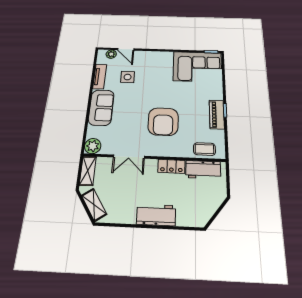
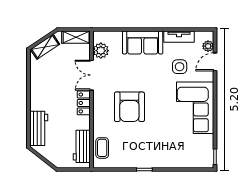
corner sofa: (197, 67) -> (195, 108), moved
piano: (217, 115) -> (139, 161), removed
armchair: (163, 122) -> (129, 107), turned -90
plant: (93, 146) -> (101, 51), moved
locker: (171, 166) -> (84, 103), moved
workbench: (156, 215) -> (39, 128), moved

